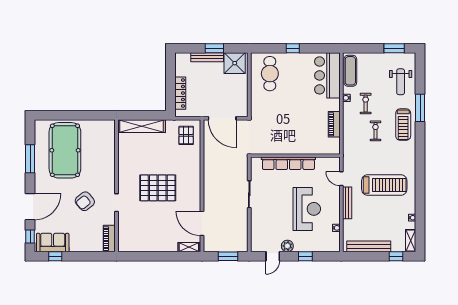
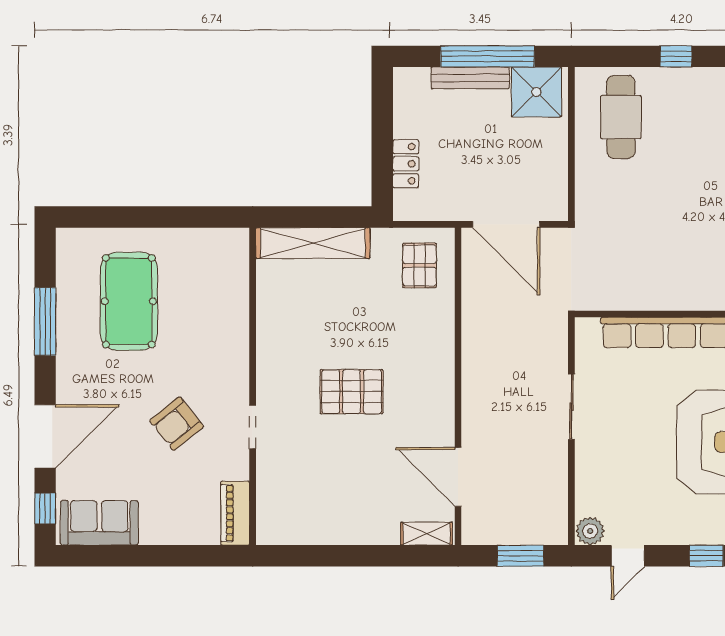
window: (214, 48) -> (488, 56), width x2.11
locker: (180, 93) -> (406, 164), width x0.66
pool table: (65, 150) -> (129, 301), width x0.73, depth x0.76
pallet: (158, 188) -> (352, 392), width x0.73, depth x0.71
plant: (287, 246) -> (590, 531), moved
window: (55, 256) -> (105, 556), removed

